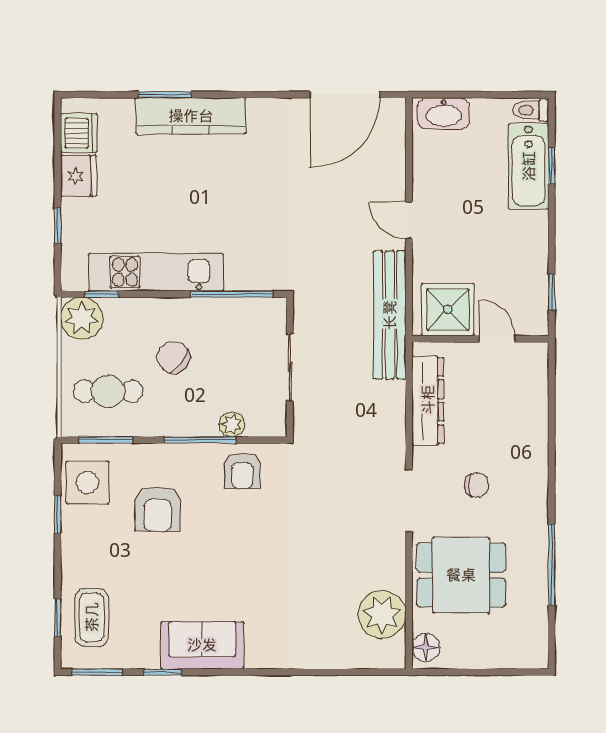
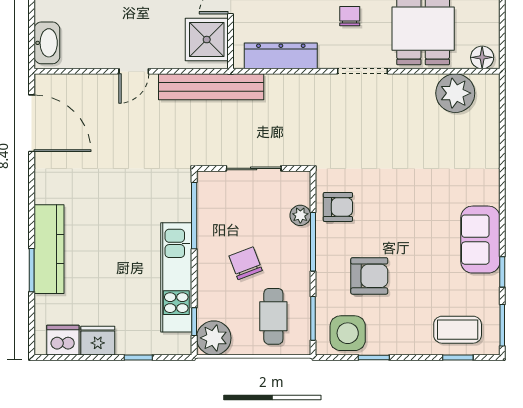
chair: (173, 357) -> (246, 263), turned 121

